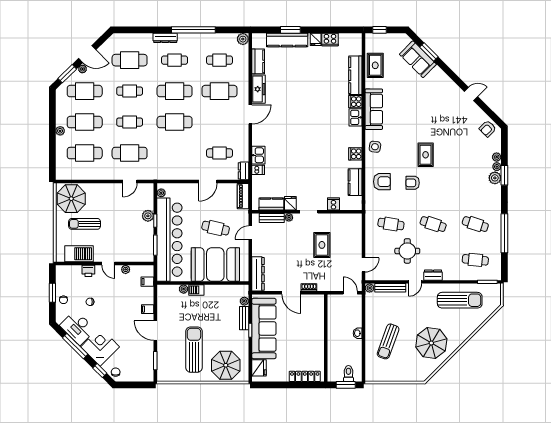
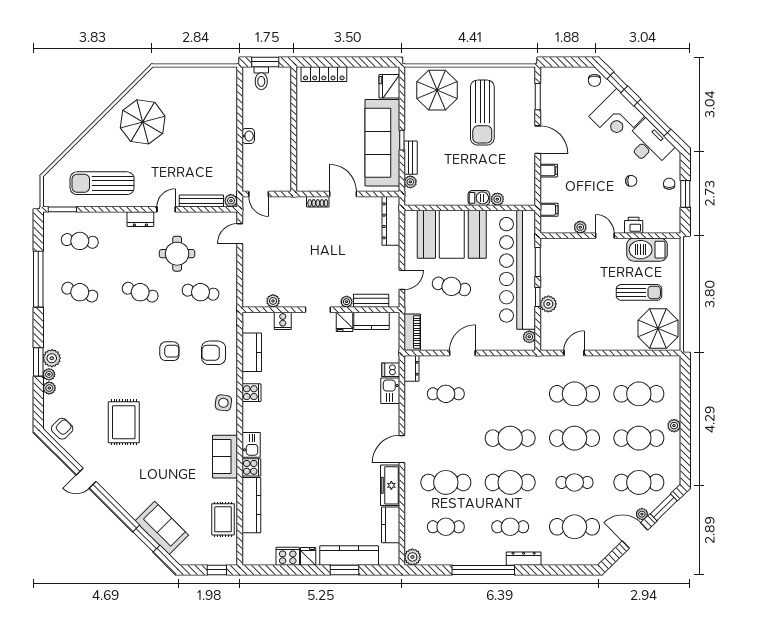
sofa: (374, 109) -> (225, 457), width x0.73
cafe table: (130, 122) -> (575, 438), width x1.37, depth x1.35
rug: (426, 155) -> (124, 422), moved, width x1.36, depth x1.43
plant: (340, 218) -> (273, 301), added
rug: (322, 245) -> (299, 262), removed
sun lounger: (388, 341) -> (205, 124), removed

